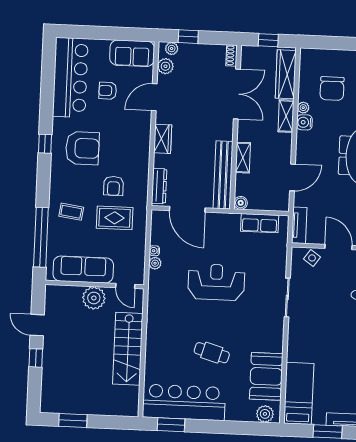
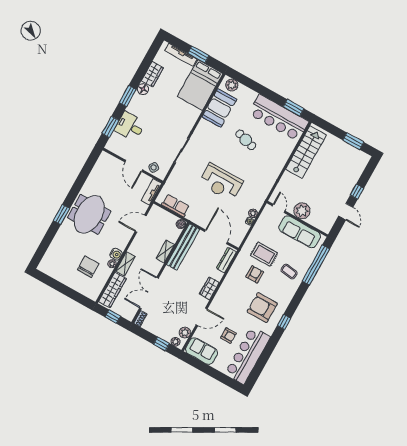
stairs: (128, 349) -> (306, 152), moved
bed: (299, 393) -> (200, 85), width x1.50

